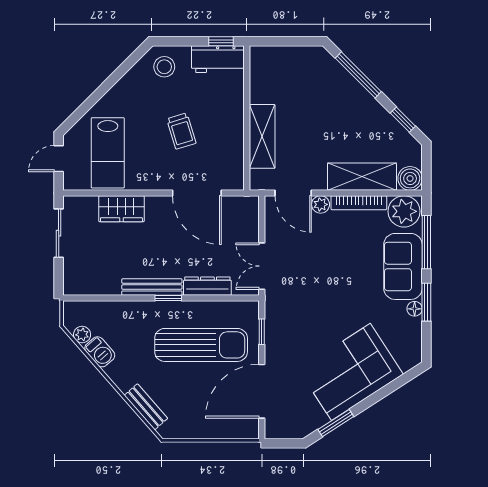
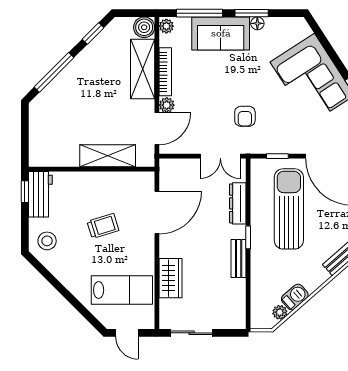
plant: (404, 211) -> (166, 26), width x0.53, depth x0.53
bench: (152, 287) -> (239, 259), width x0.73
armchair: (308, 294) -> (245, 116), added

